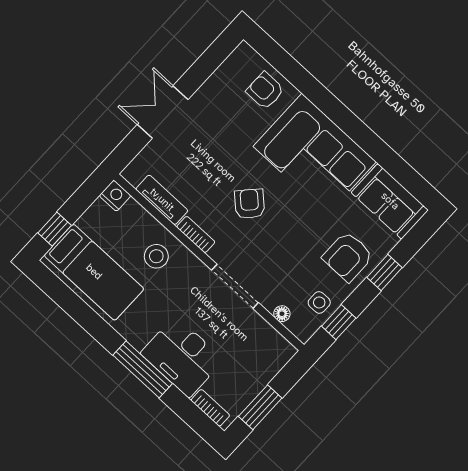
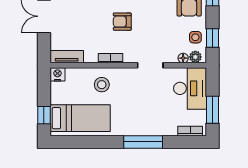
tv unit: (162, 200) -> (67, 57), moved
armchair: (250, 204) -> (122, 22), turned -43
doorway: (235, 286) -> (150, 65), width x0.73
plant: (298, 326) -> (195, 57), added
desk: (182, 357) -> (190, 88), moved, turned -90

